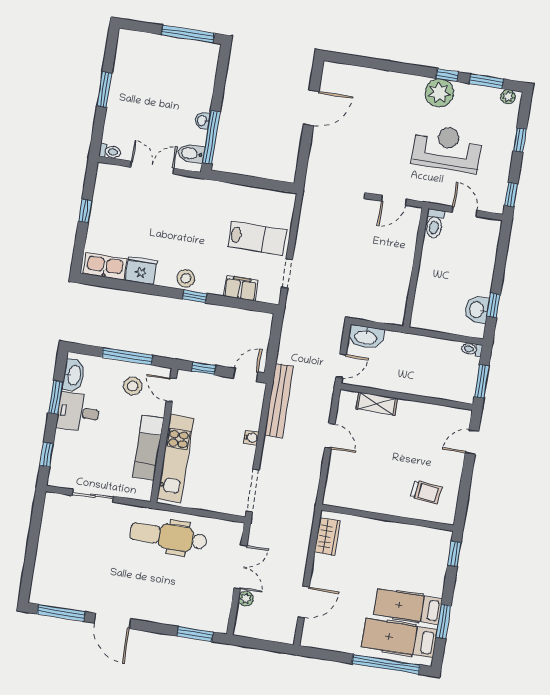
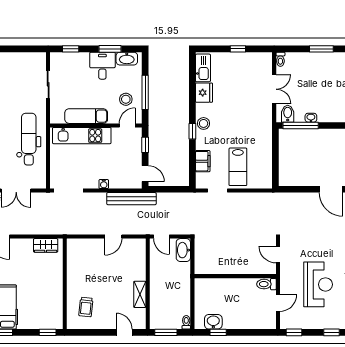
shelving: (377, 404) -> (140, 294), moved

